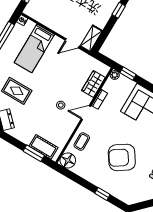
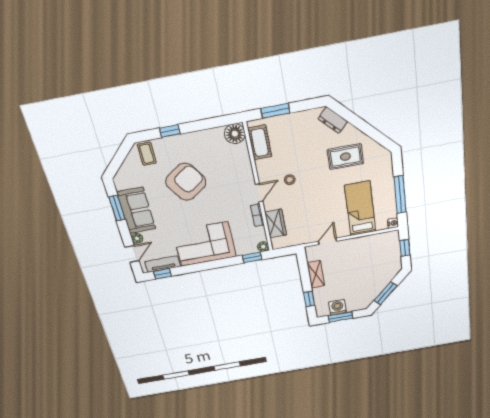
shelving: (91, 39) -> (316, 274), moved
coffee table: (82, 142) -> (147, 154), moved
cot: (43, 147) -> (260, 142), moved, turned 90

